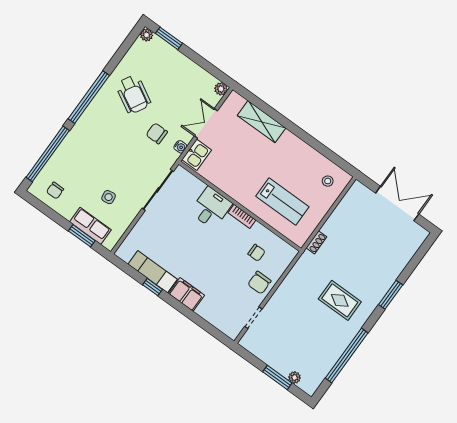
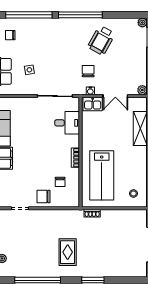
double door: (206, 123) -> (115, 96), swing flipped
lab bench: (282, 202) -> (102, 175), width x1.36, depth x1.39
desk: (211, 208) -> (67, 123), moved

